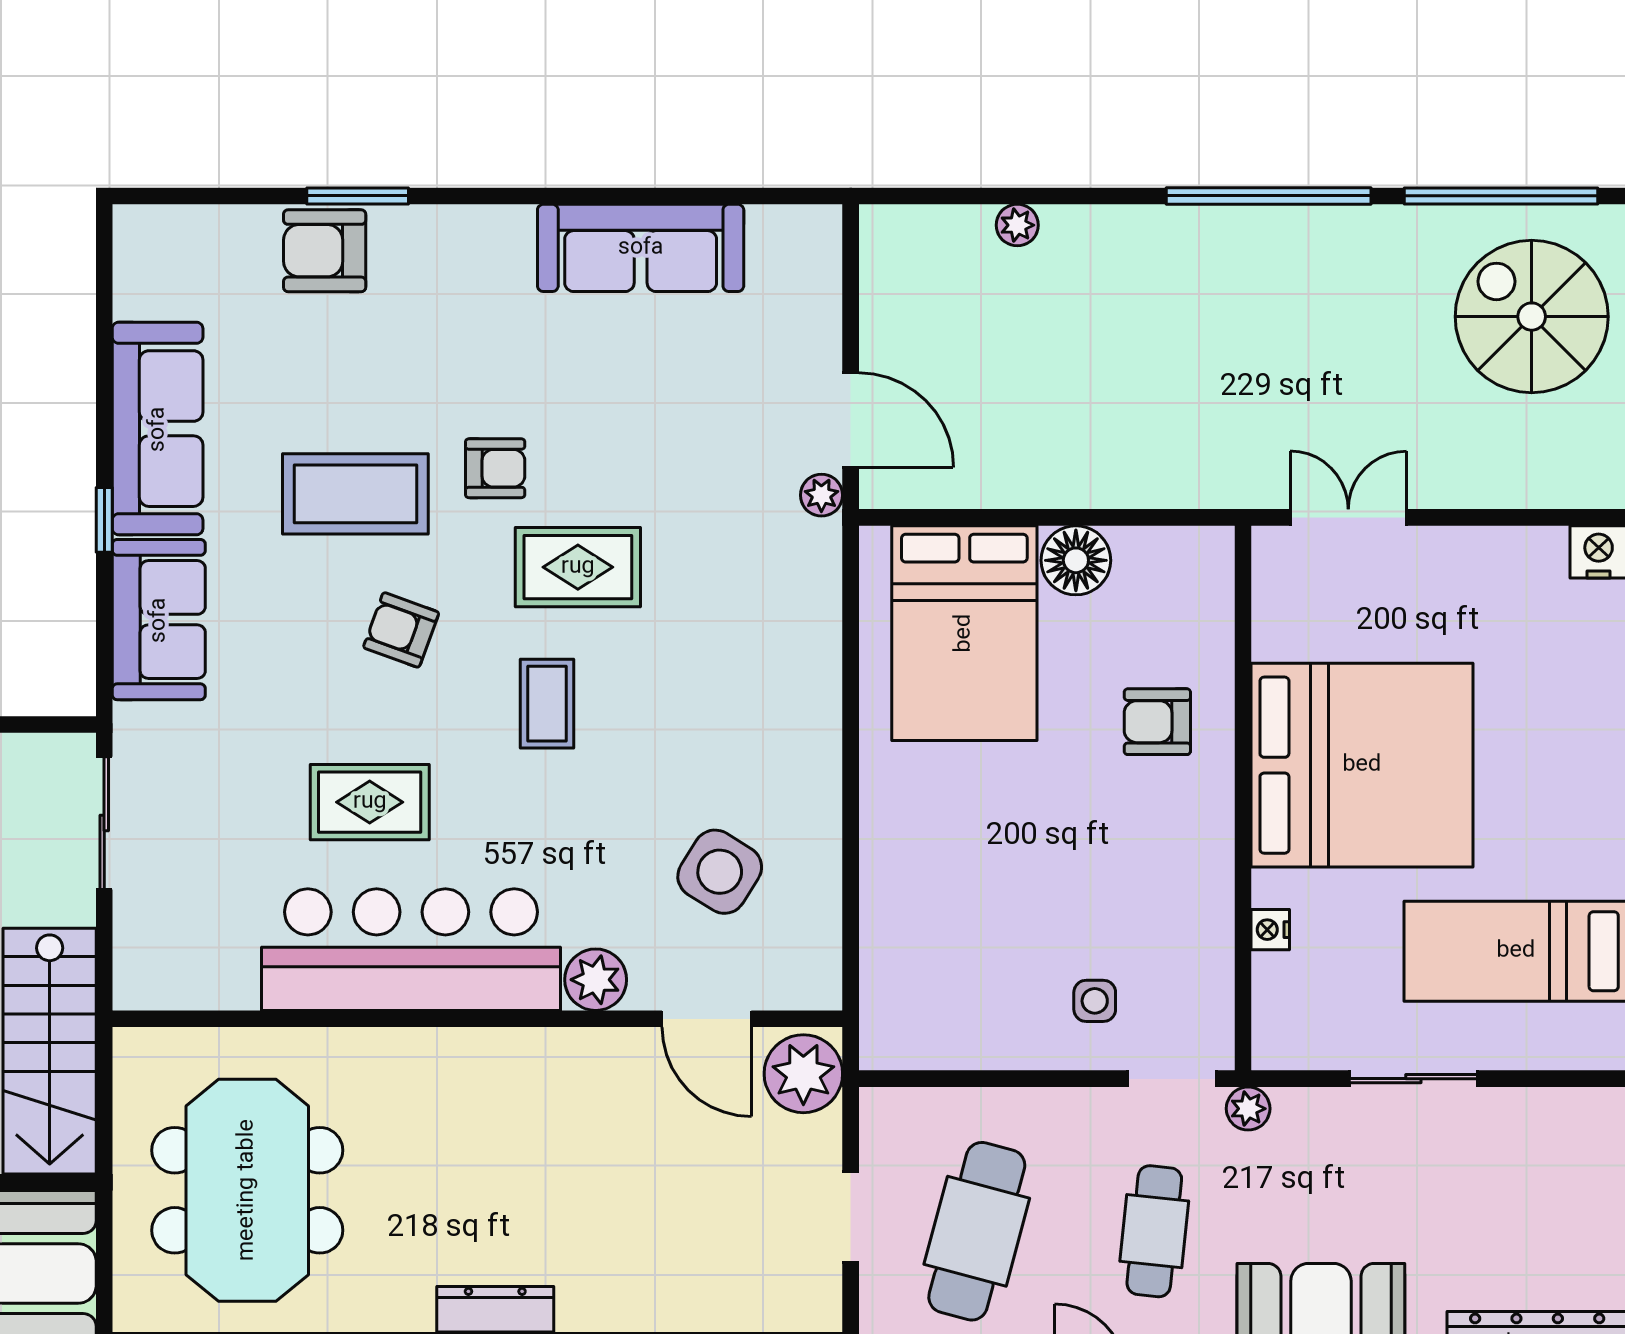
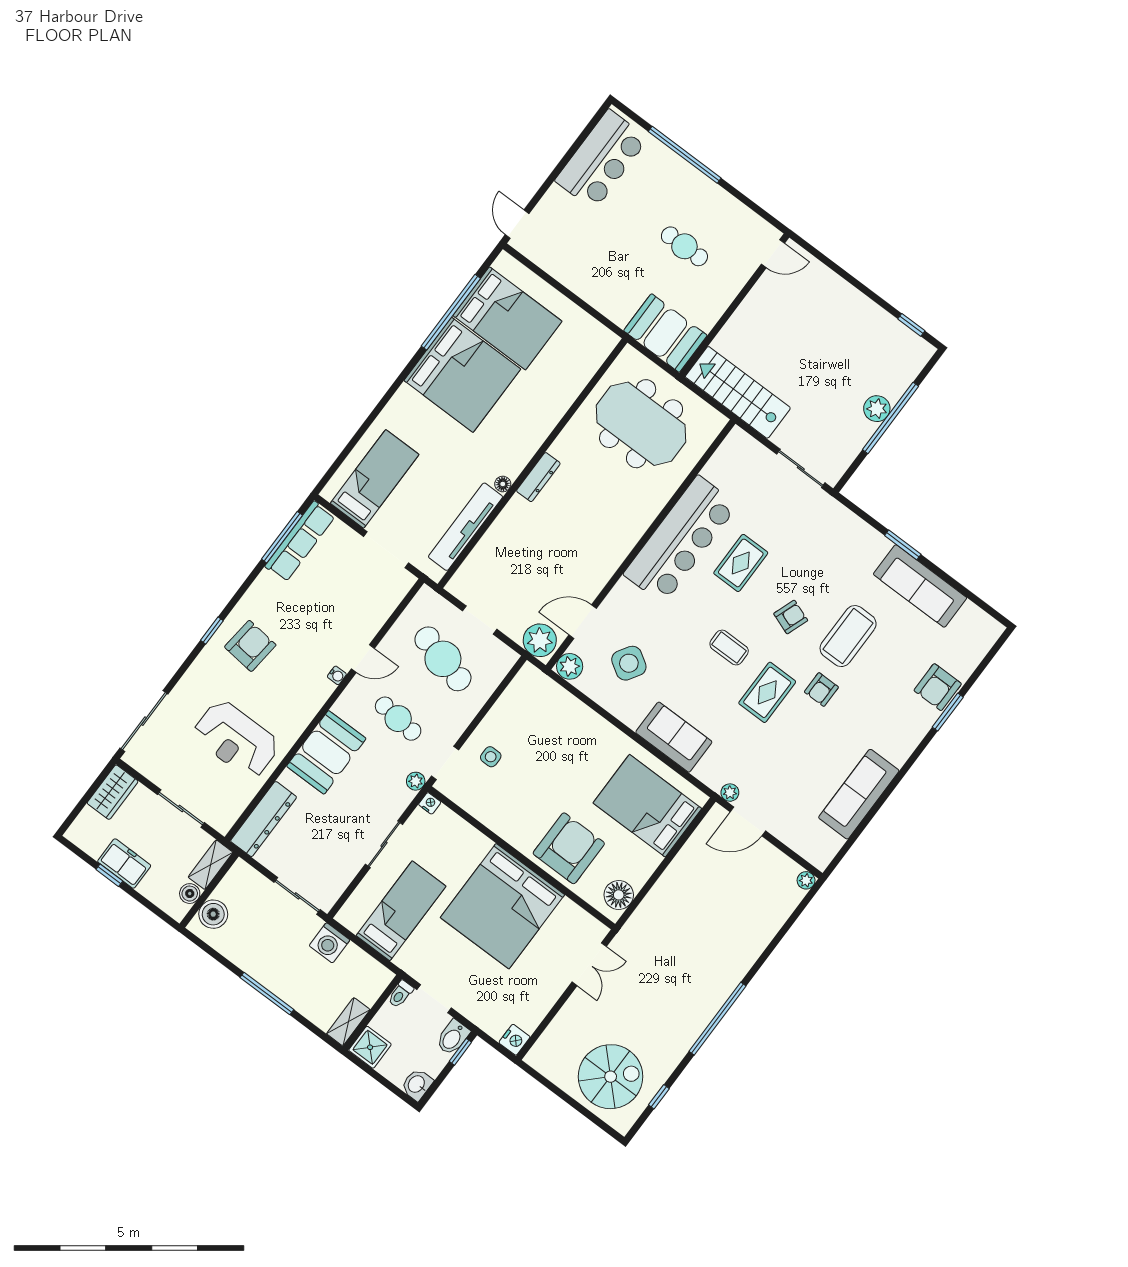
window: (1501, 196) -> (659, 1097), width x0.32
plant: (1017, 225) -> (806, 880), moved
armchair: (325, 251) -> (938, 687), turned 180
window: (104, 520) -> (903, 545), width x1.50
floor lamp: (1076, 560) -> (619, 895), moved
sofa: (159, 620) -> (674, 737), moved, turned 180
armchair: (1157, 722) -> (569, 848), width x1.88, depth x1.88
nightstand: (1270, 930) -> (430, 803), moved
plant: (596, 980) -> (570, 666), moved

